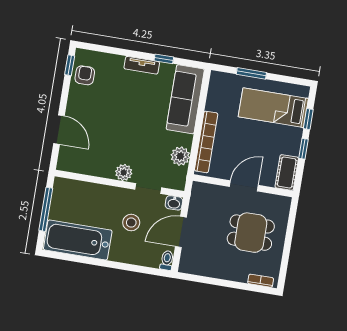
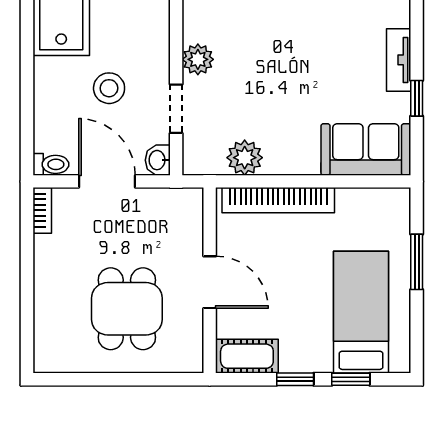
sofa: (185, 99) -> (366, 149), width x0.73
bookcase: (261, 281) -> (42, 210), moved

